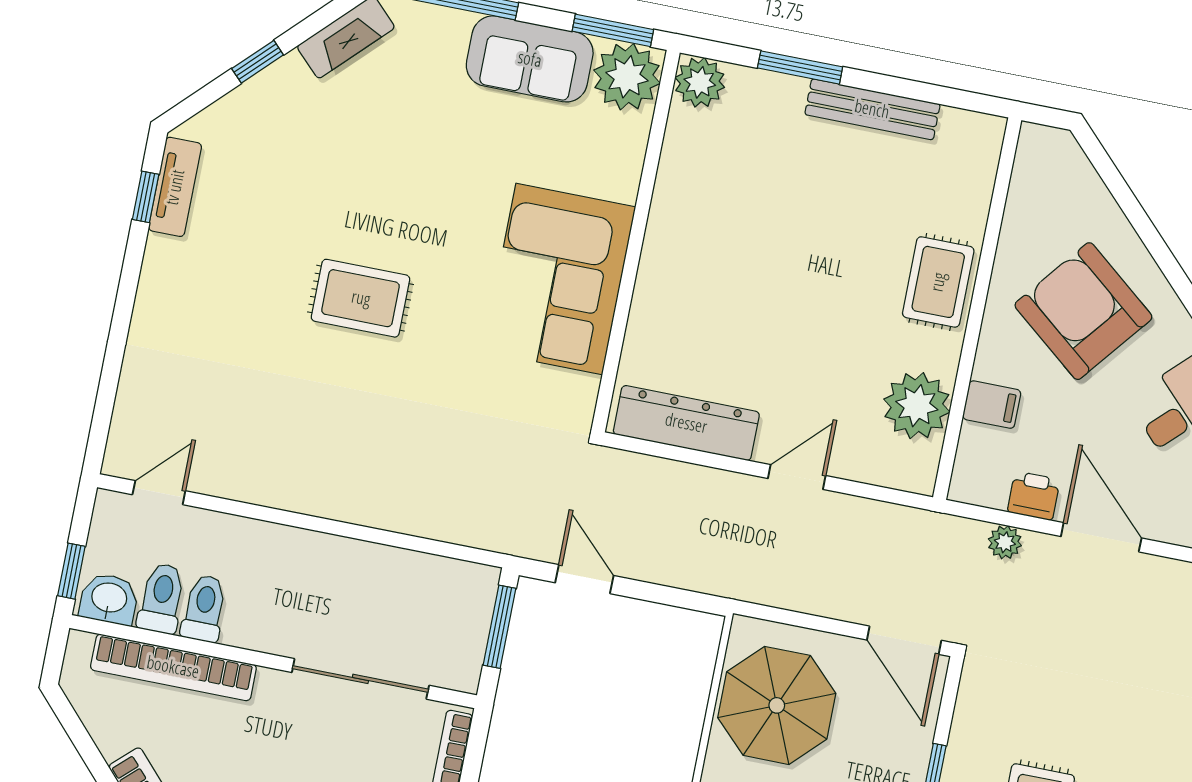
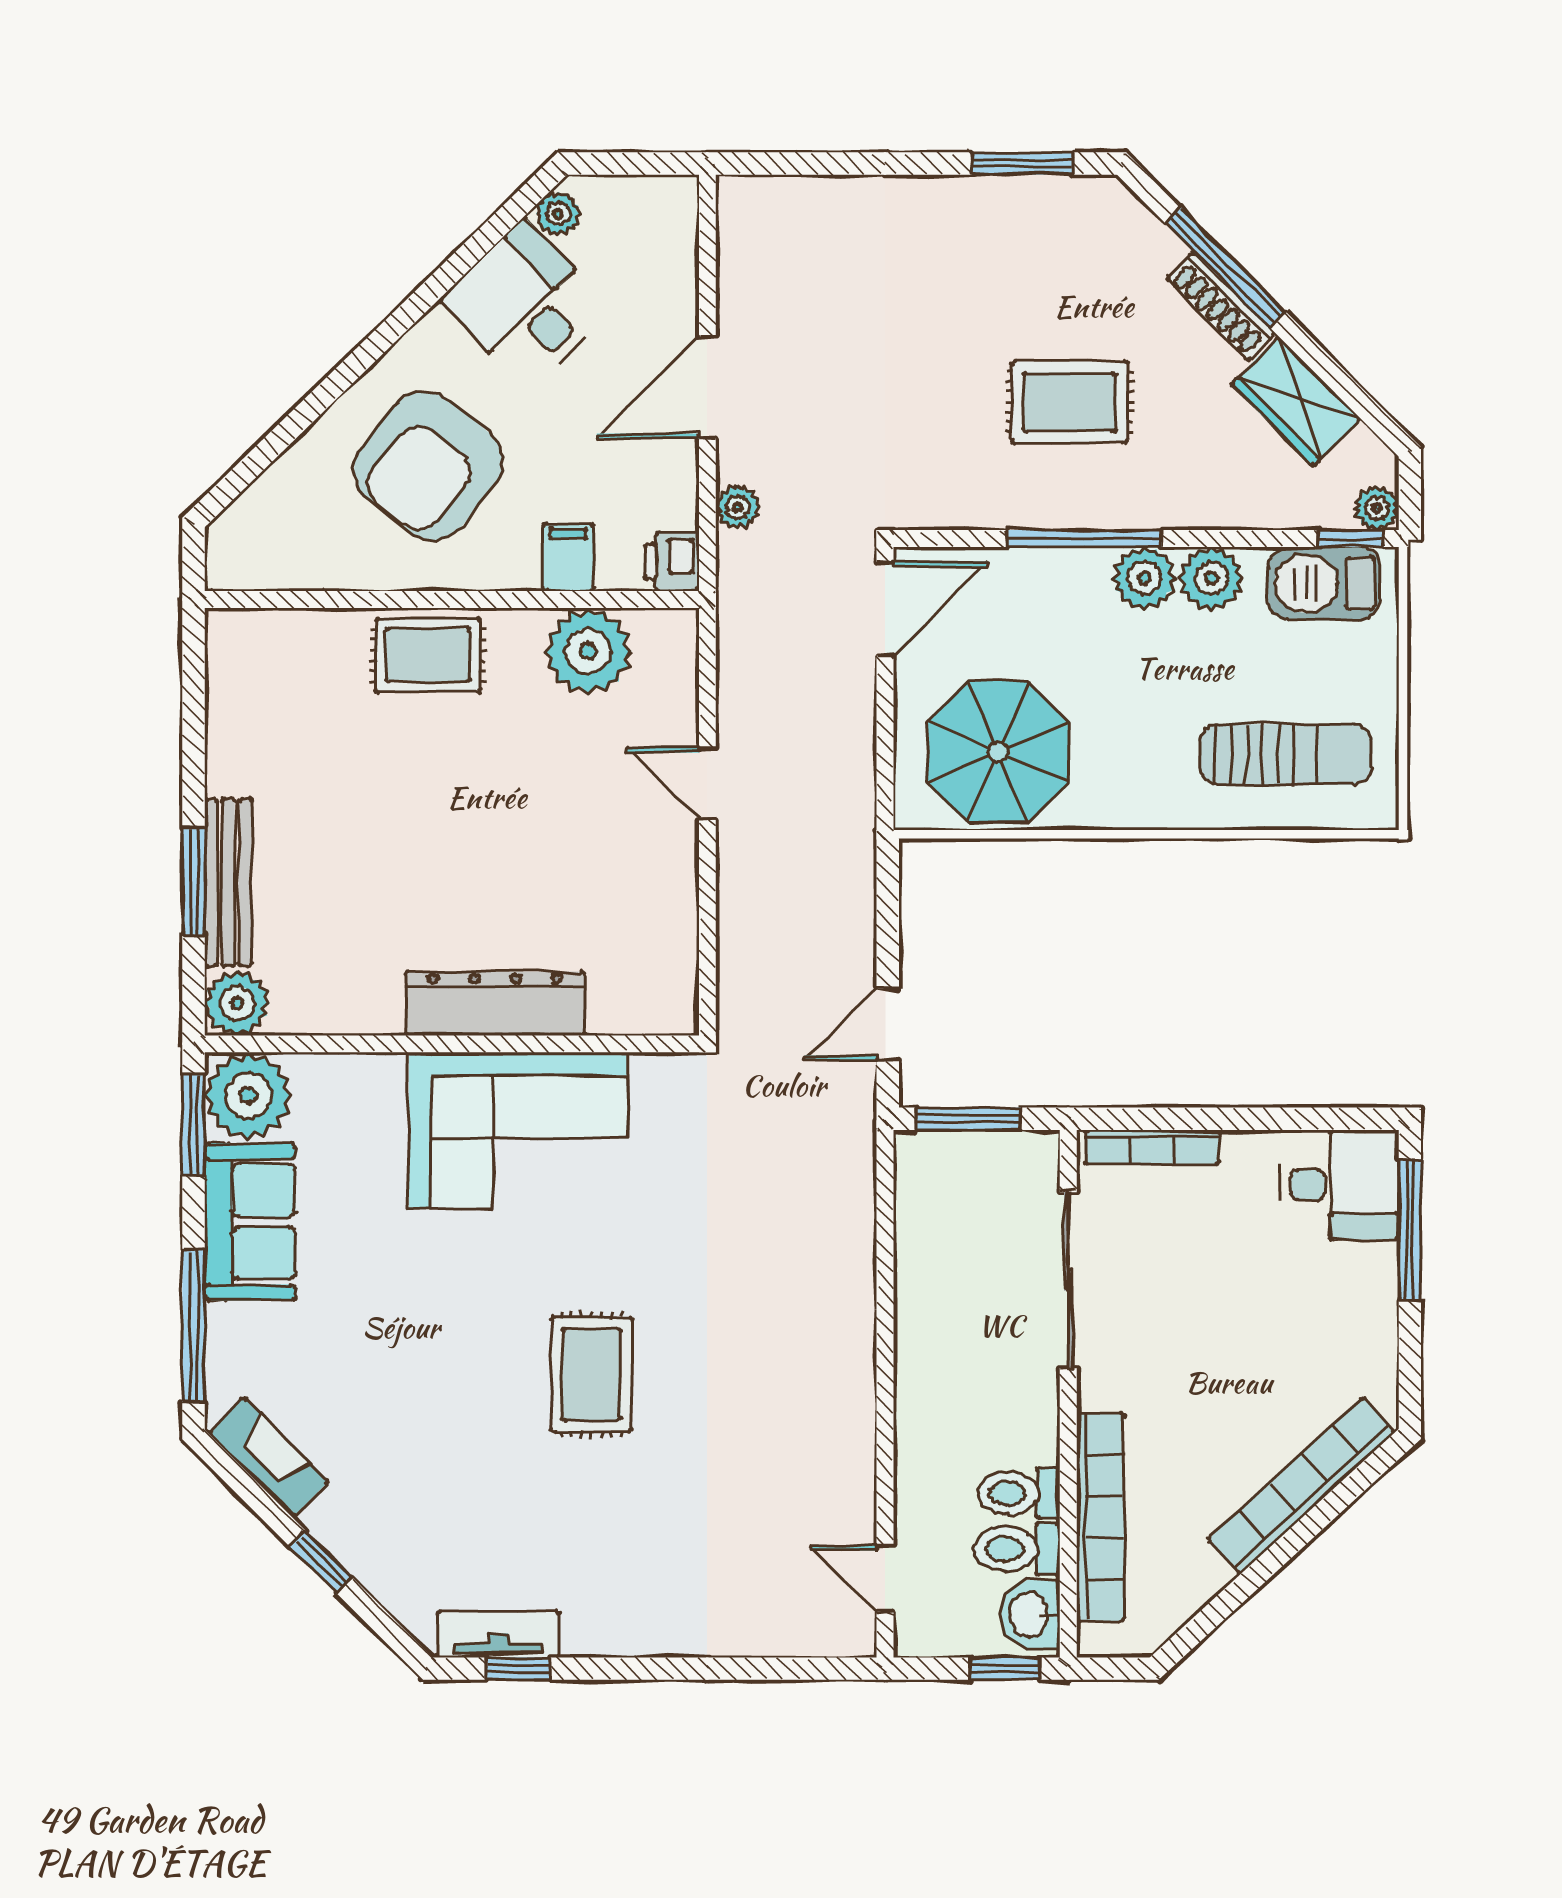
bench: (872, 109) -> (228, 882), moved
dresser: (686, 423) -> (495, 1004), moved, turned 90
printer: (1034, 496) -> (672, 562), moved

